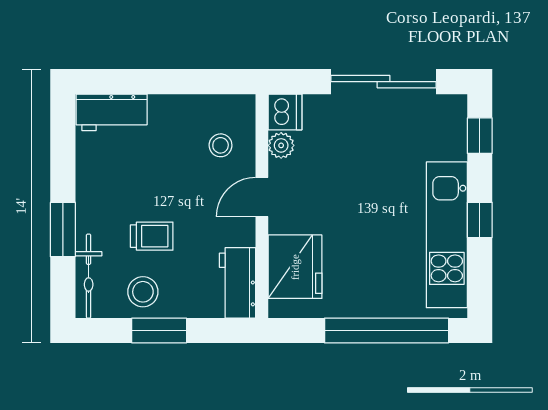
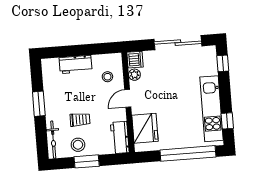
workbench: (112, 112) -> (76, 64), moved
window: (480, 220) -> (227, 121), moved
window: (63, 230) -> (39, 104), moved

